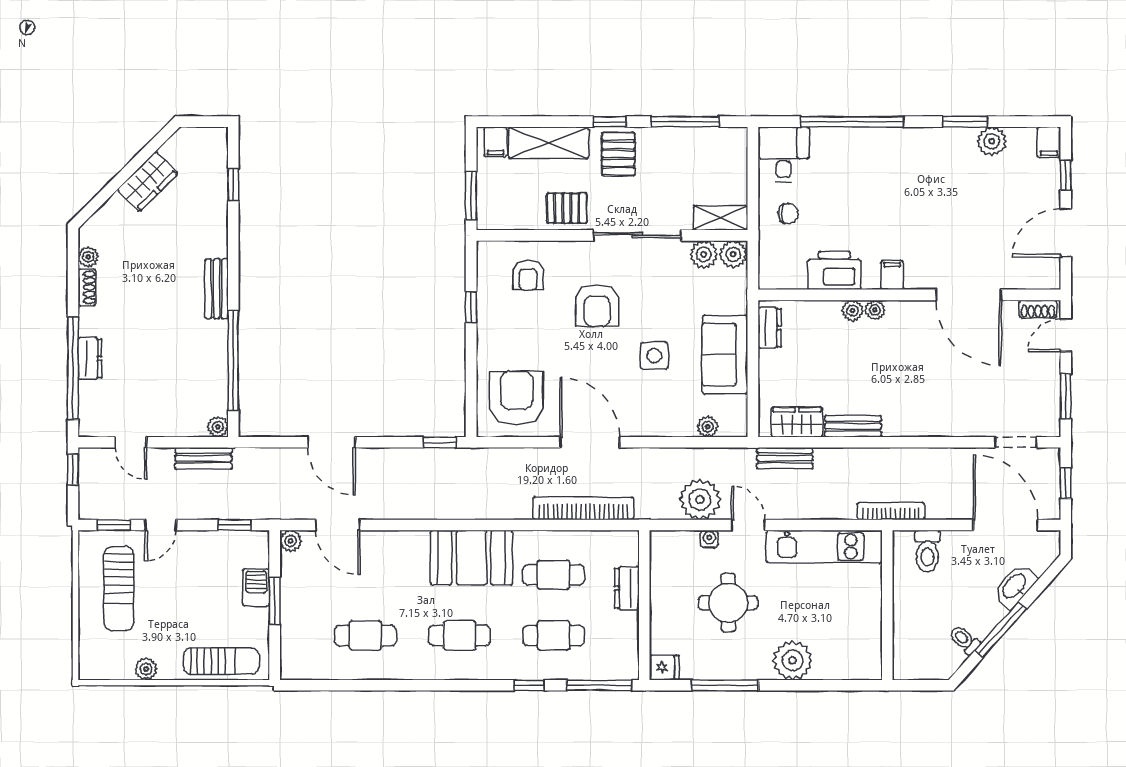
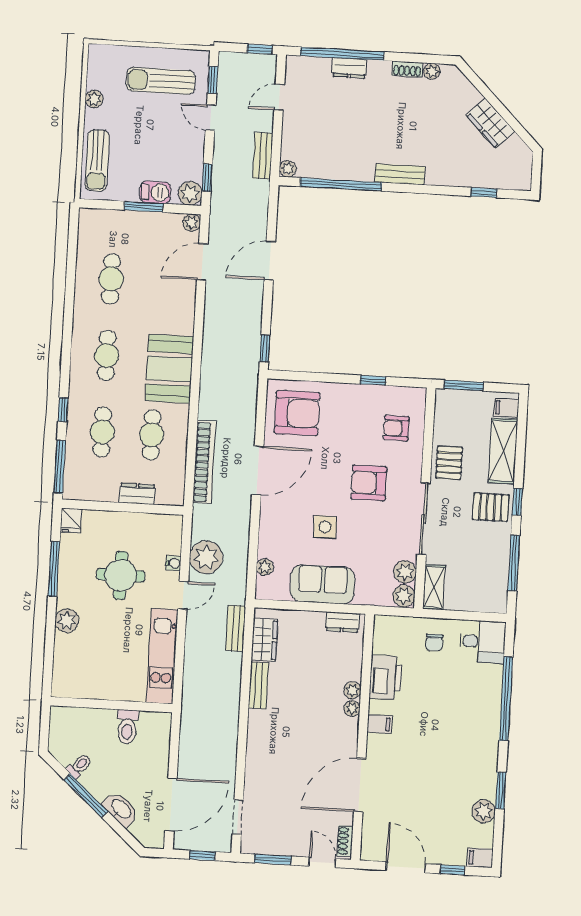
bookcase: (891, 511) -> (188, 712), removed
plant: (255, 545) -> (190, 193), added
toilet: (927, 551) -> (127, 727), moved, turned -90
plant: (793, 660) -> (67, 621), width x0.73, depth x0.73

